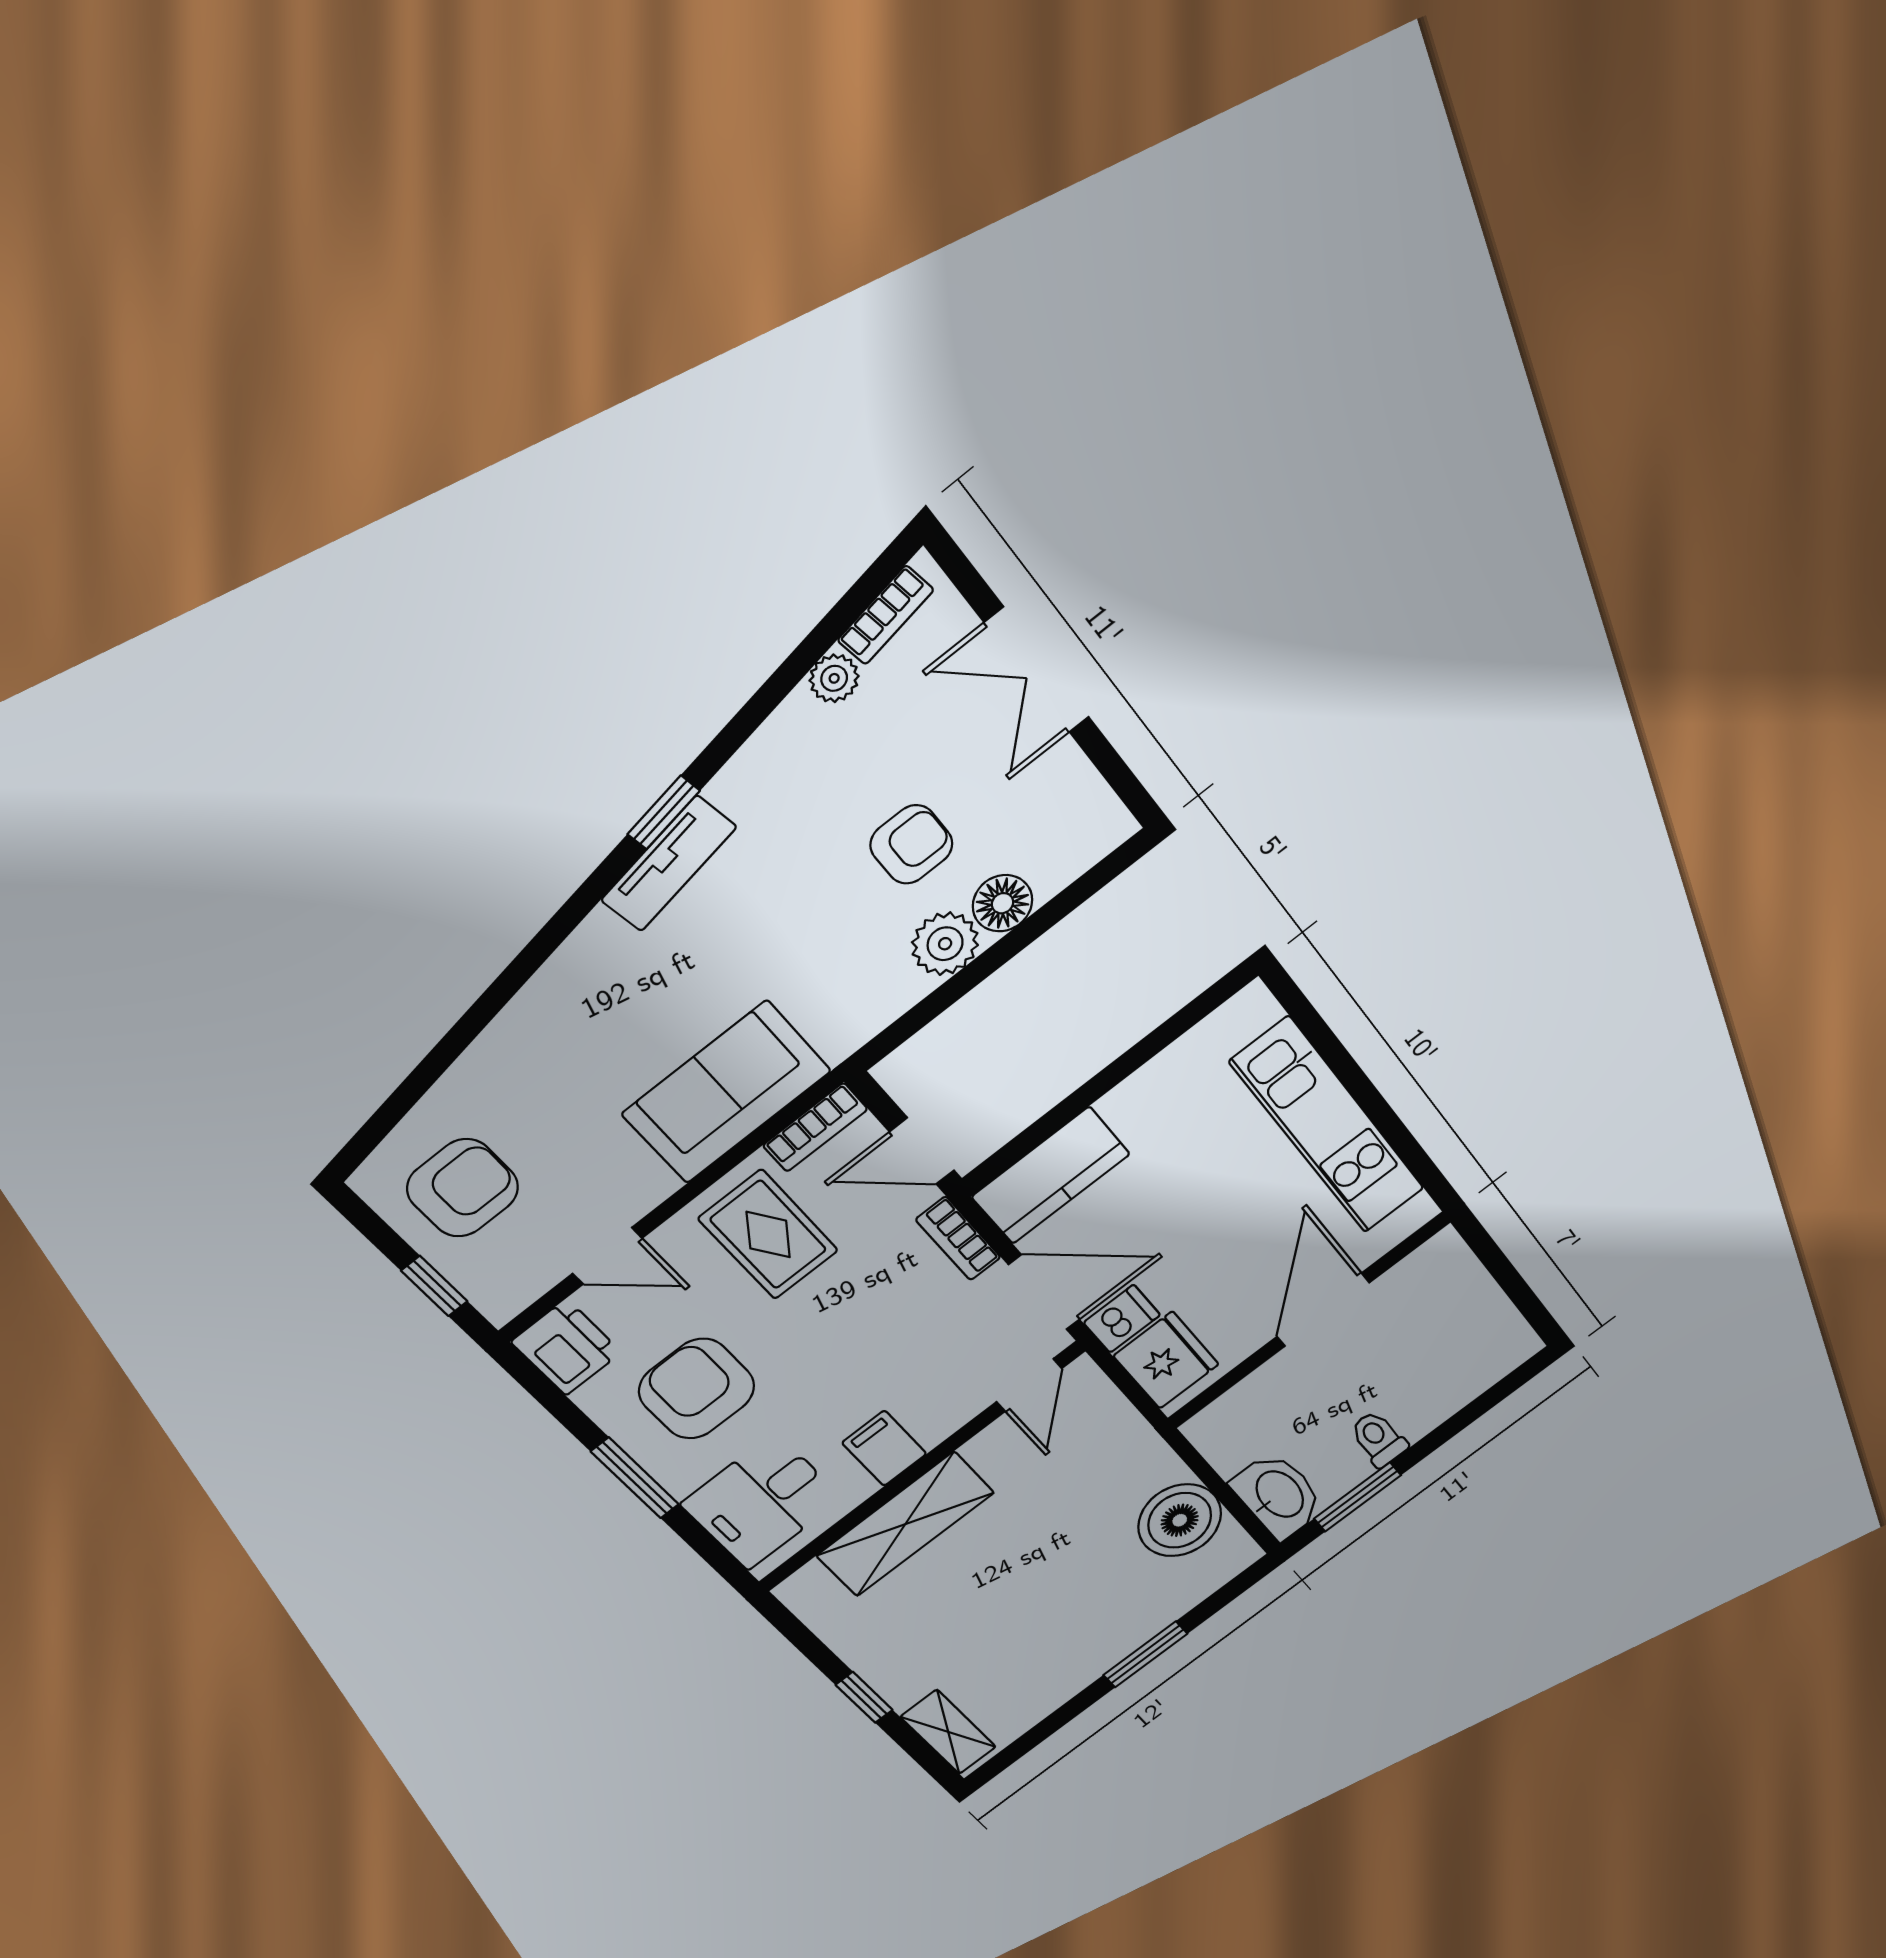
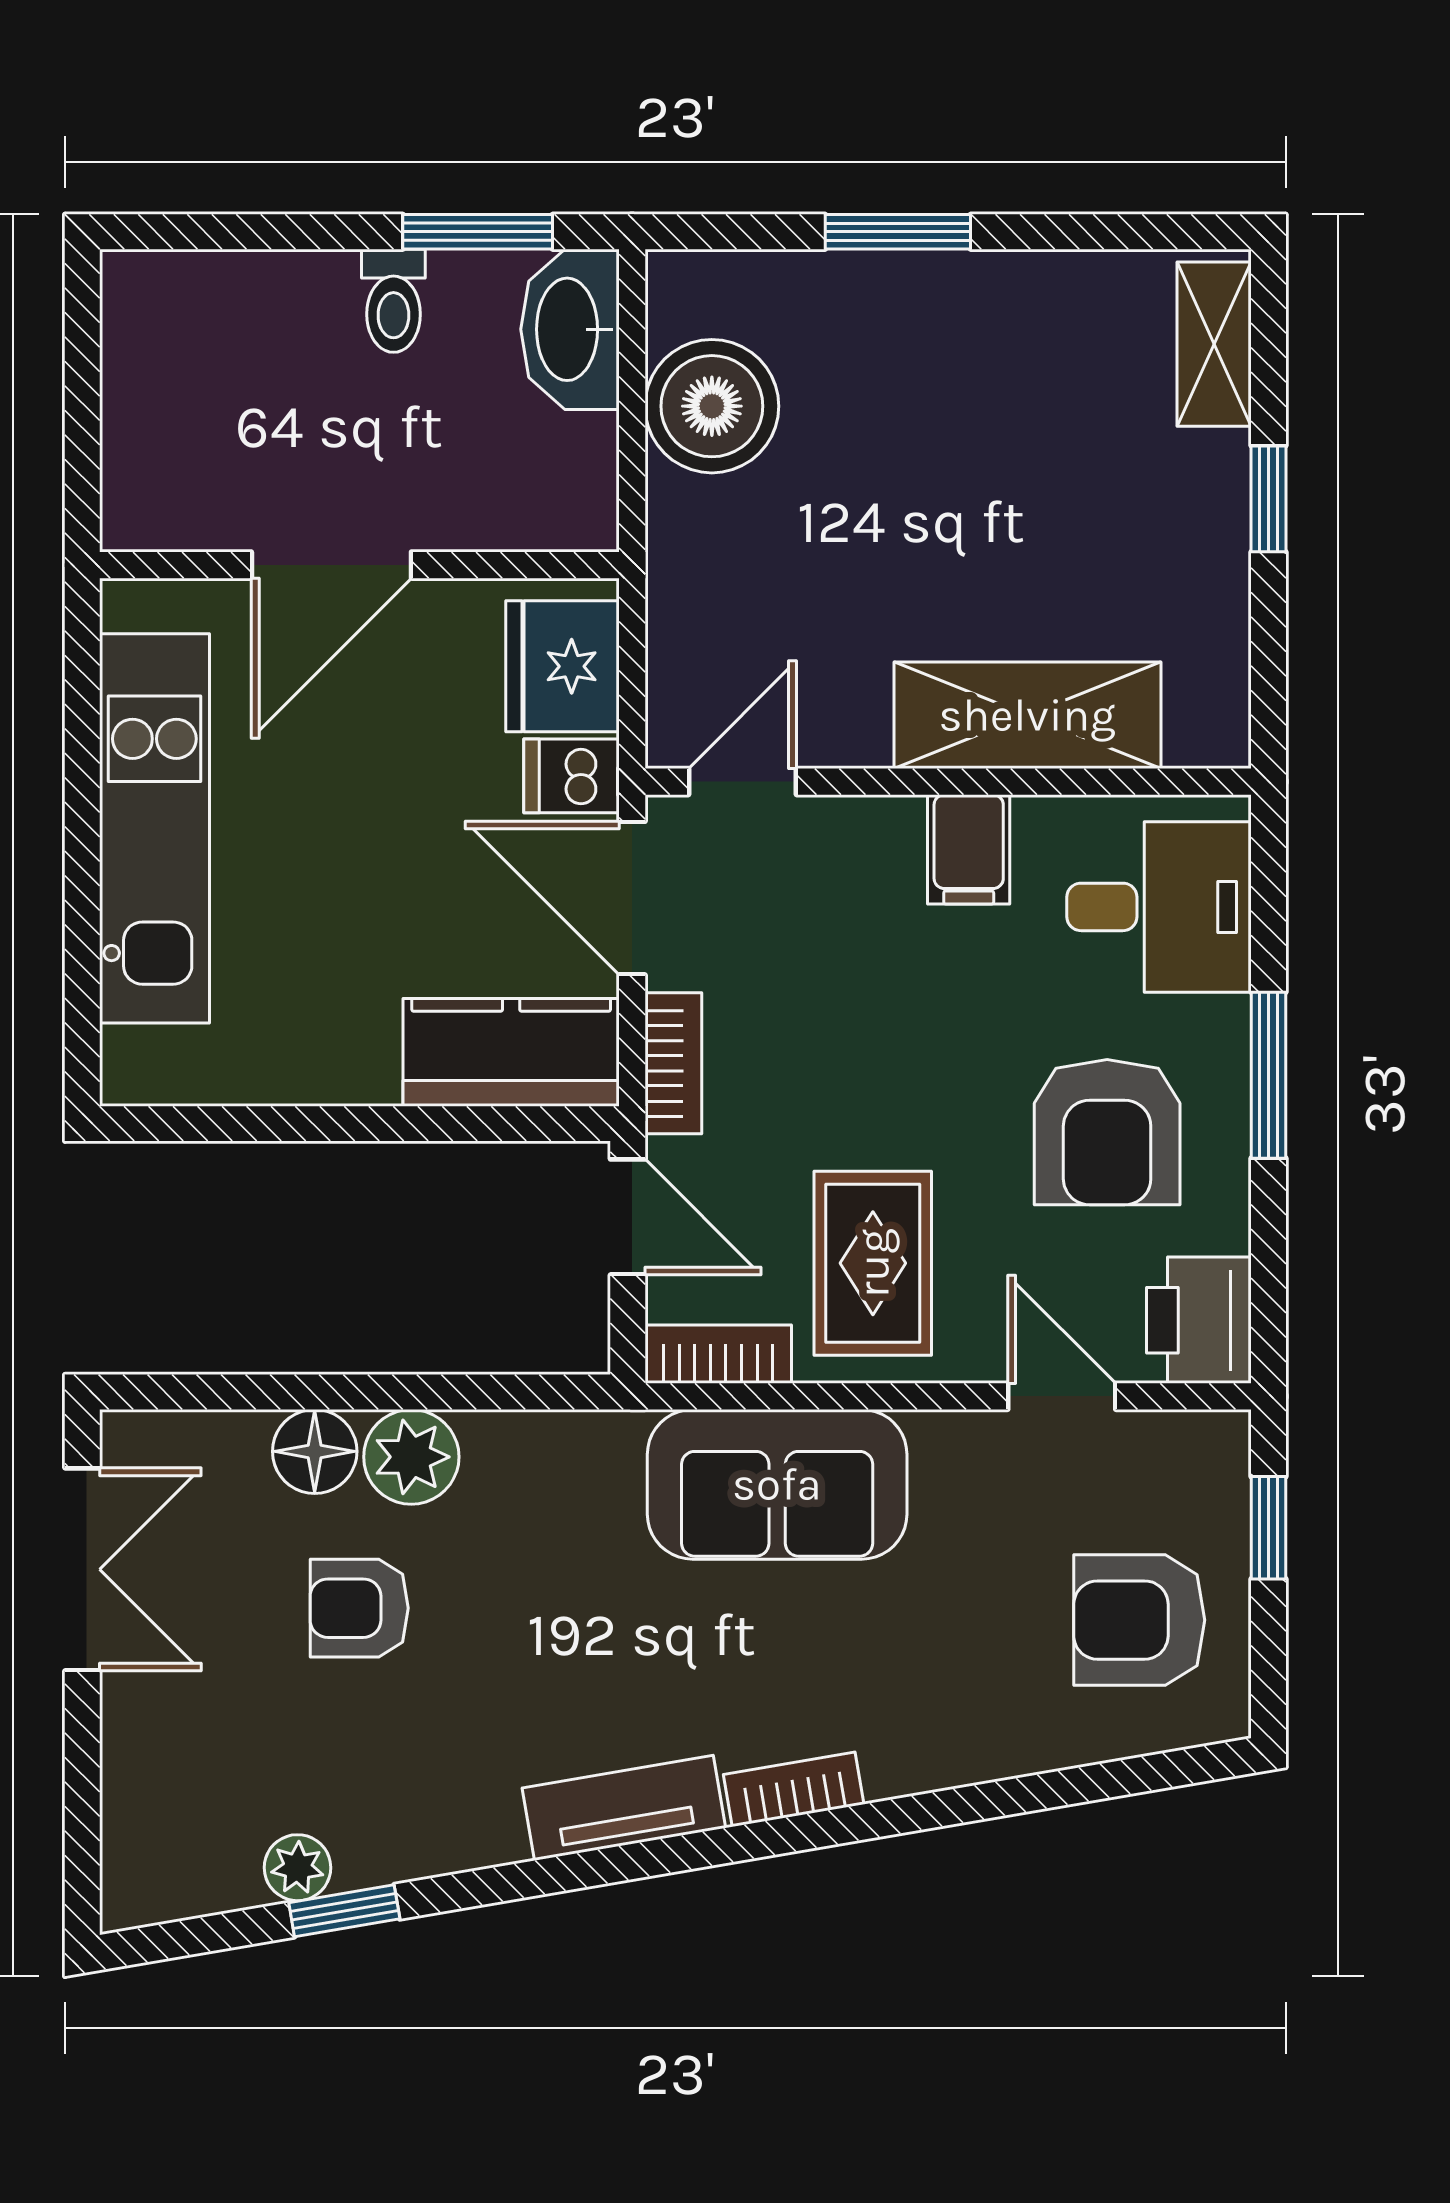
bookcase: (886, 615) -> (794, 1789), moved
double door: (1037, 670) -> (82, 1569), moved
window: (664, 812) -> (344, 1911), moved

